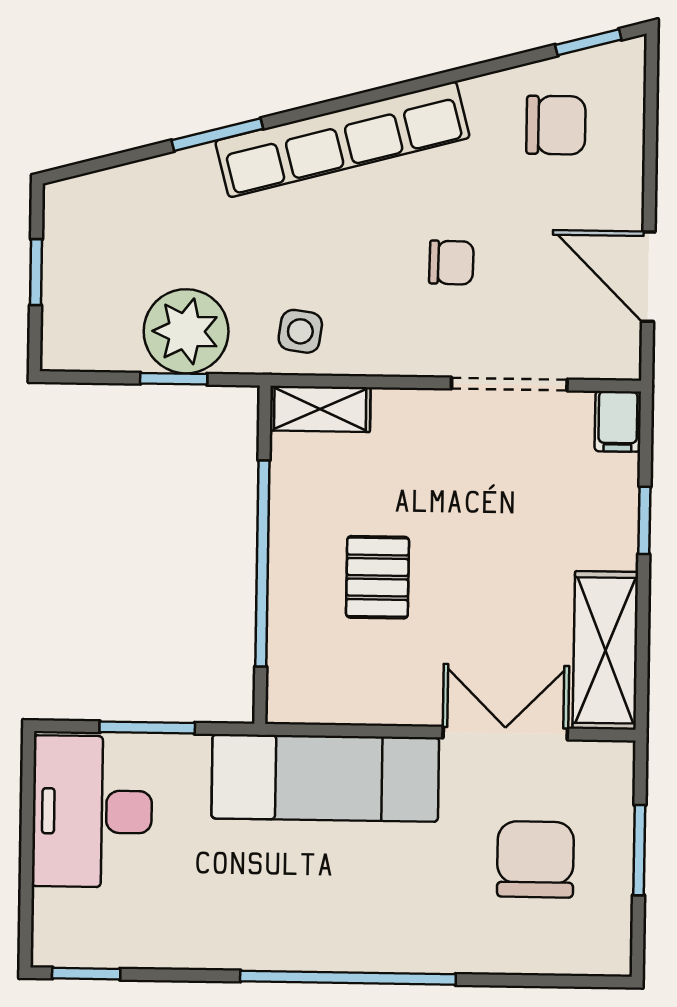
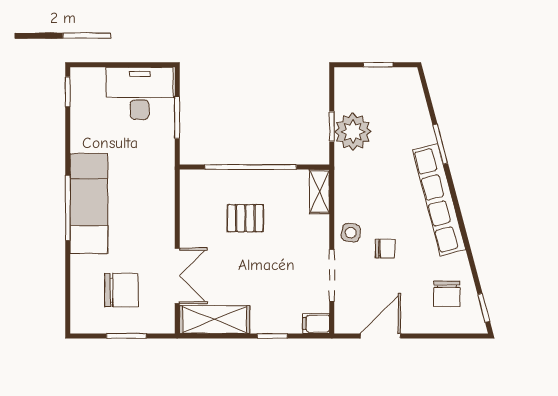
chair: (451, 263) -> (385, 249), turned -91
side table: (300, 331) -> (351, 233), moved
exam couch: (325, 778) -> (89, 203), moved, turned 180
window: (348, 978) -> (68, 208), width x0.68

